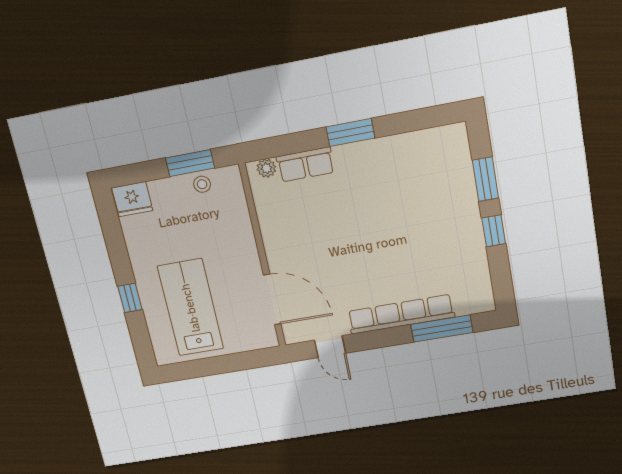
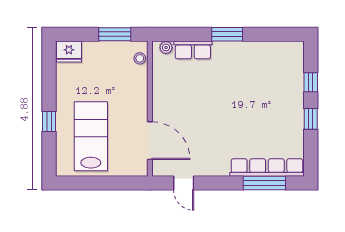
window: (485, 179) -> (311, 82), width x0.67
stool: (202, 184) -> (140, 58), moved
row of seats: (401, 314) -> (267, 168), moved

